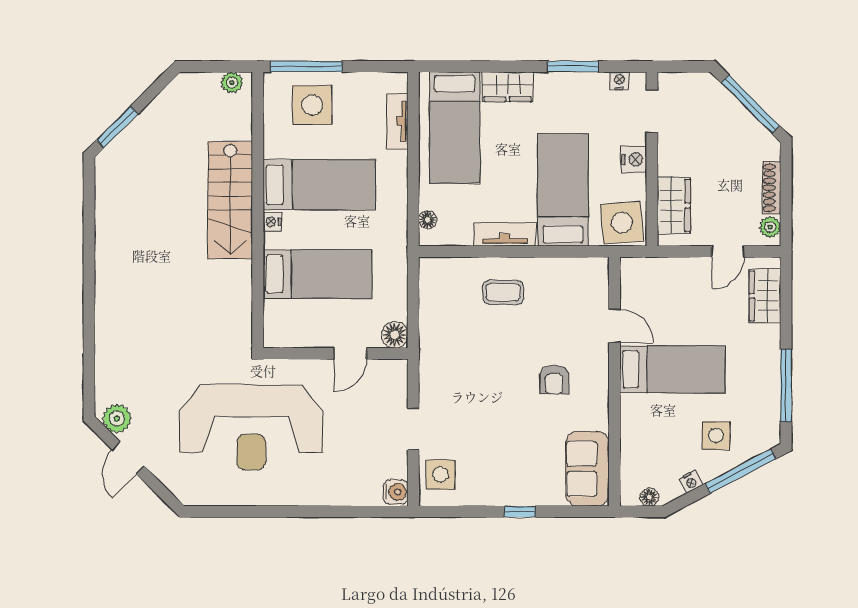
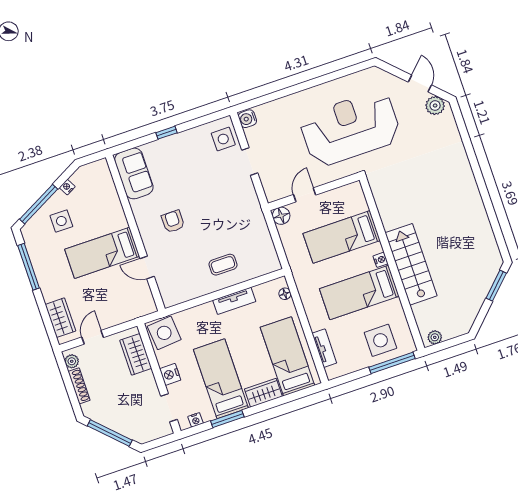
bed: (563, 190) -> (221, 379), moved, turned 180
floor lamp: (649, 497) -> (90, 169), removed

